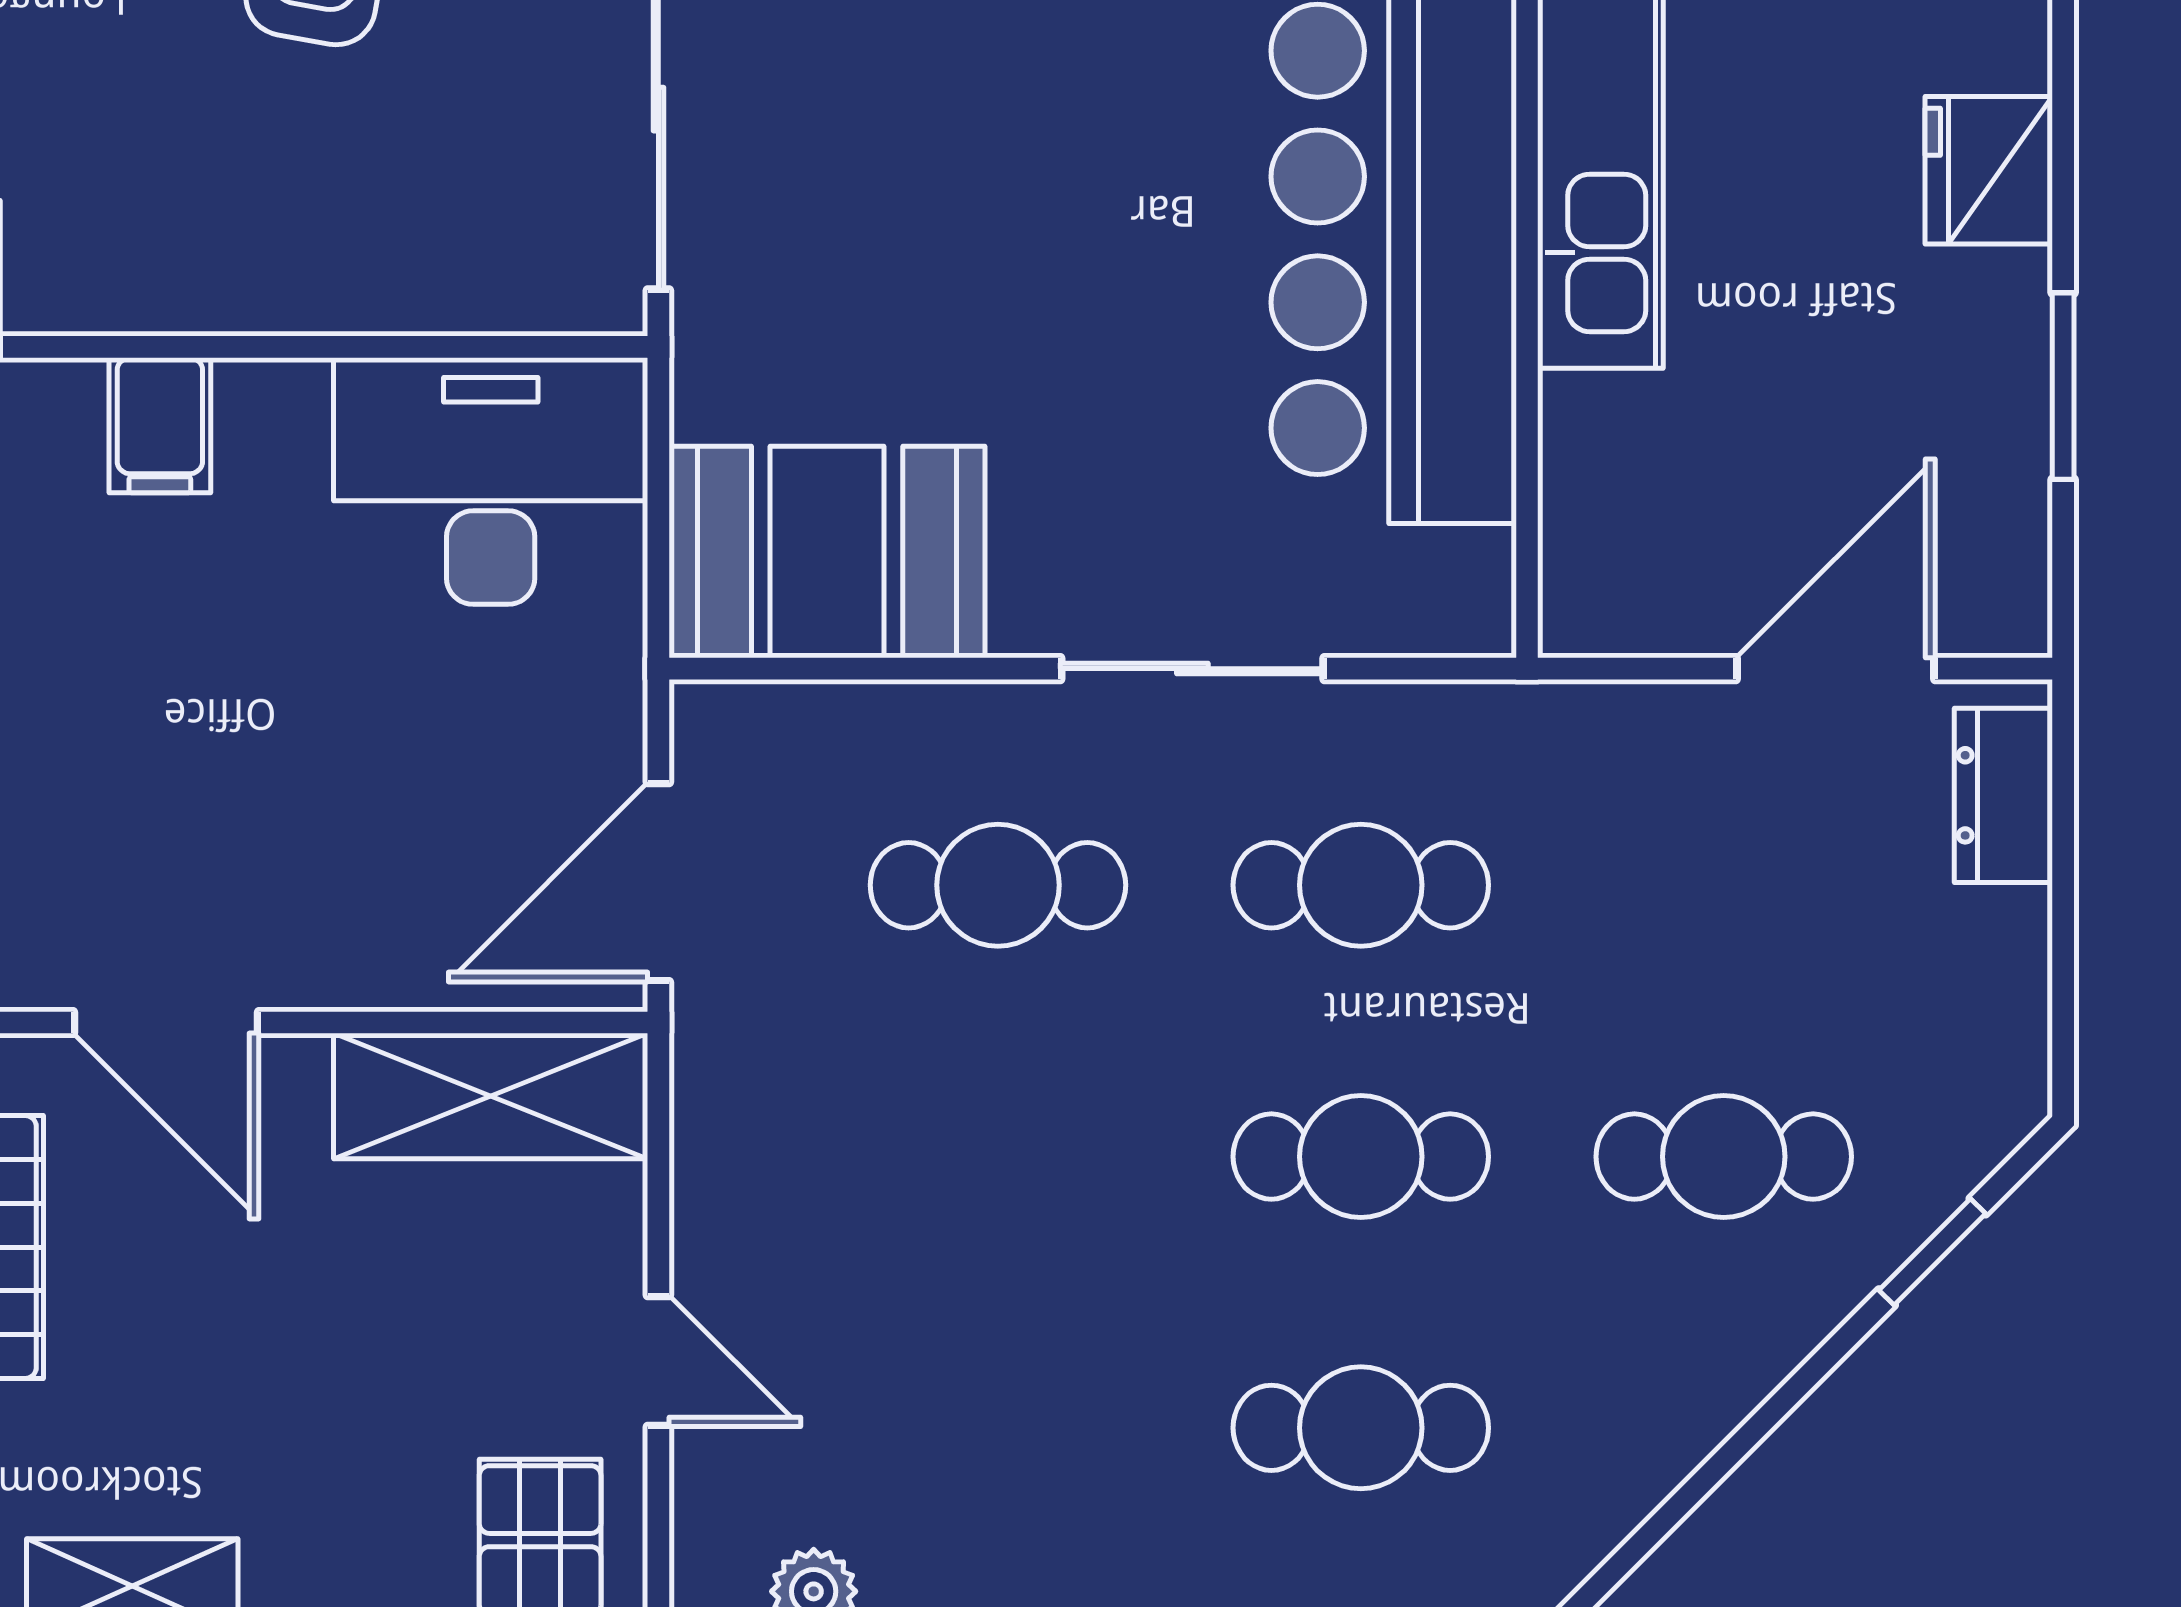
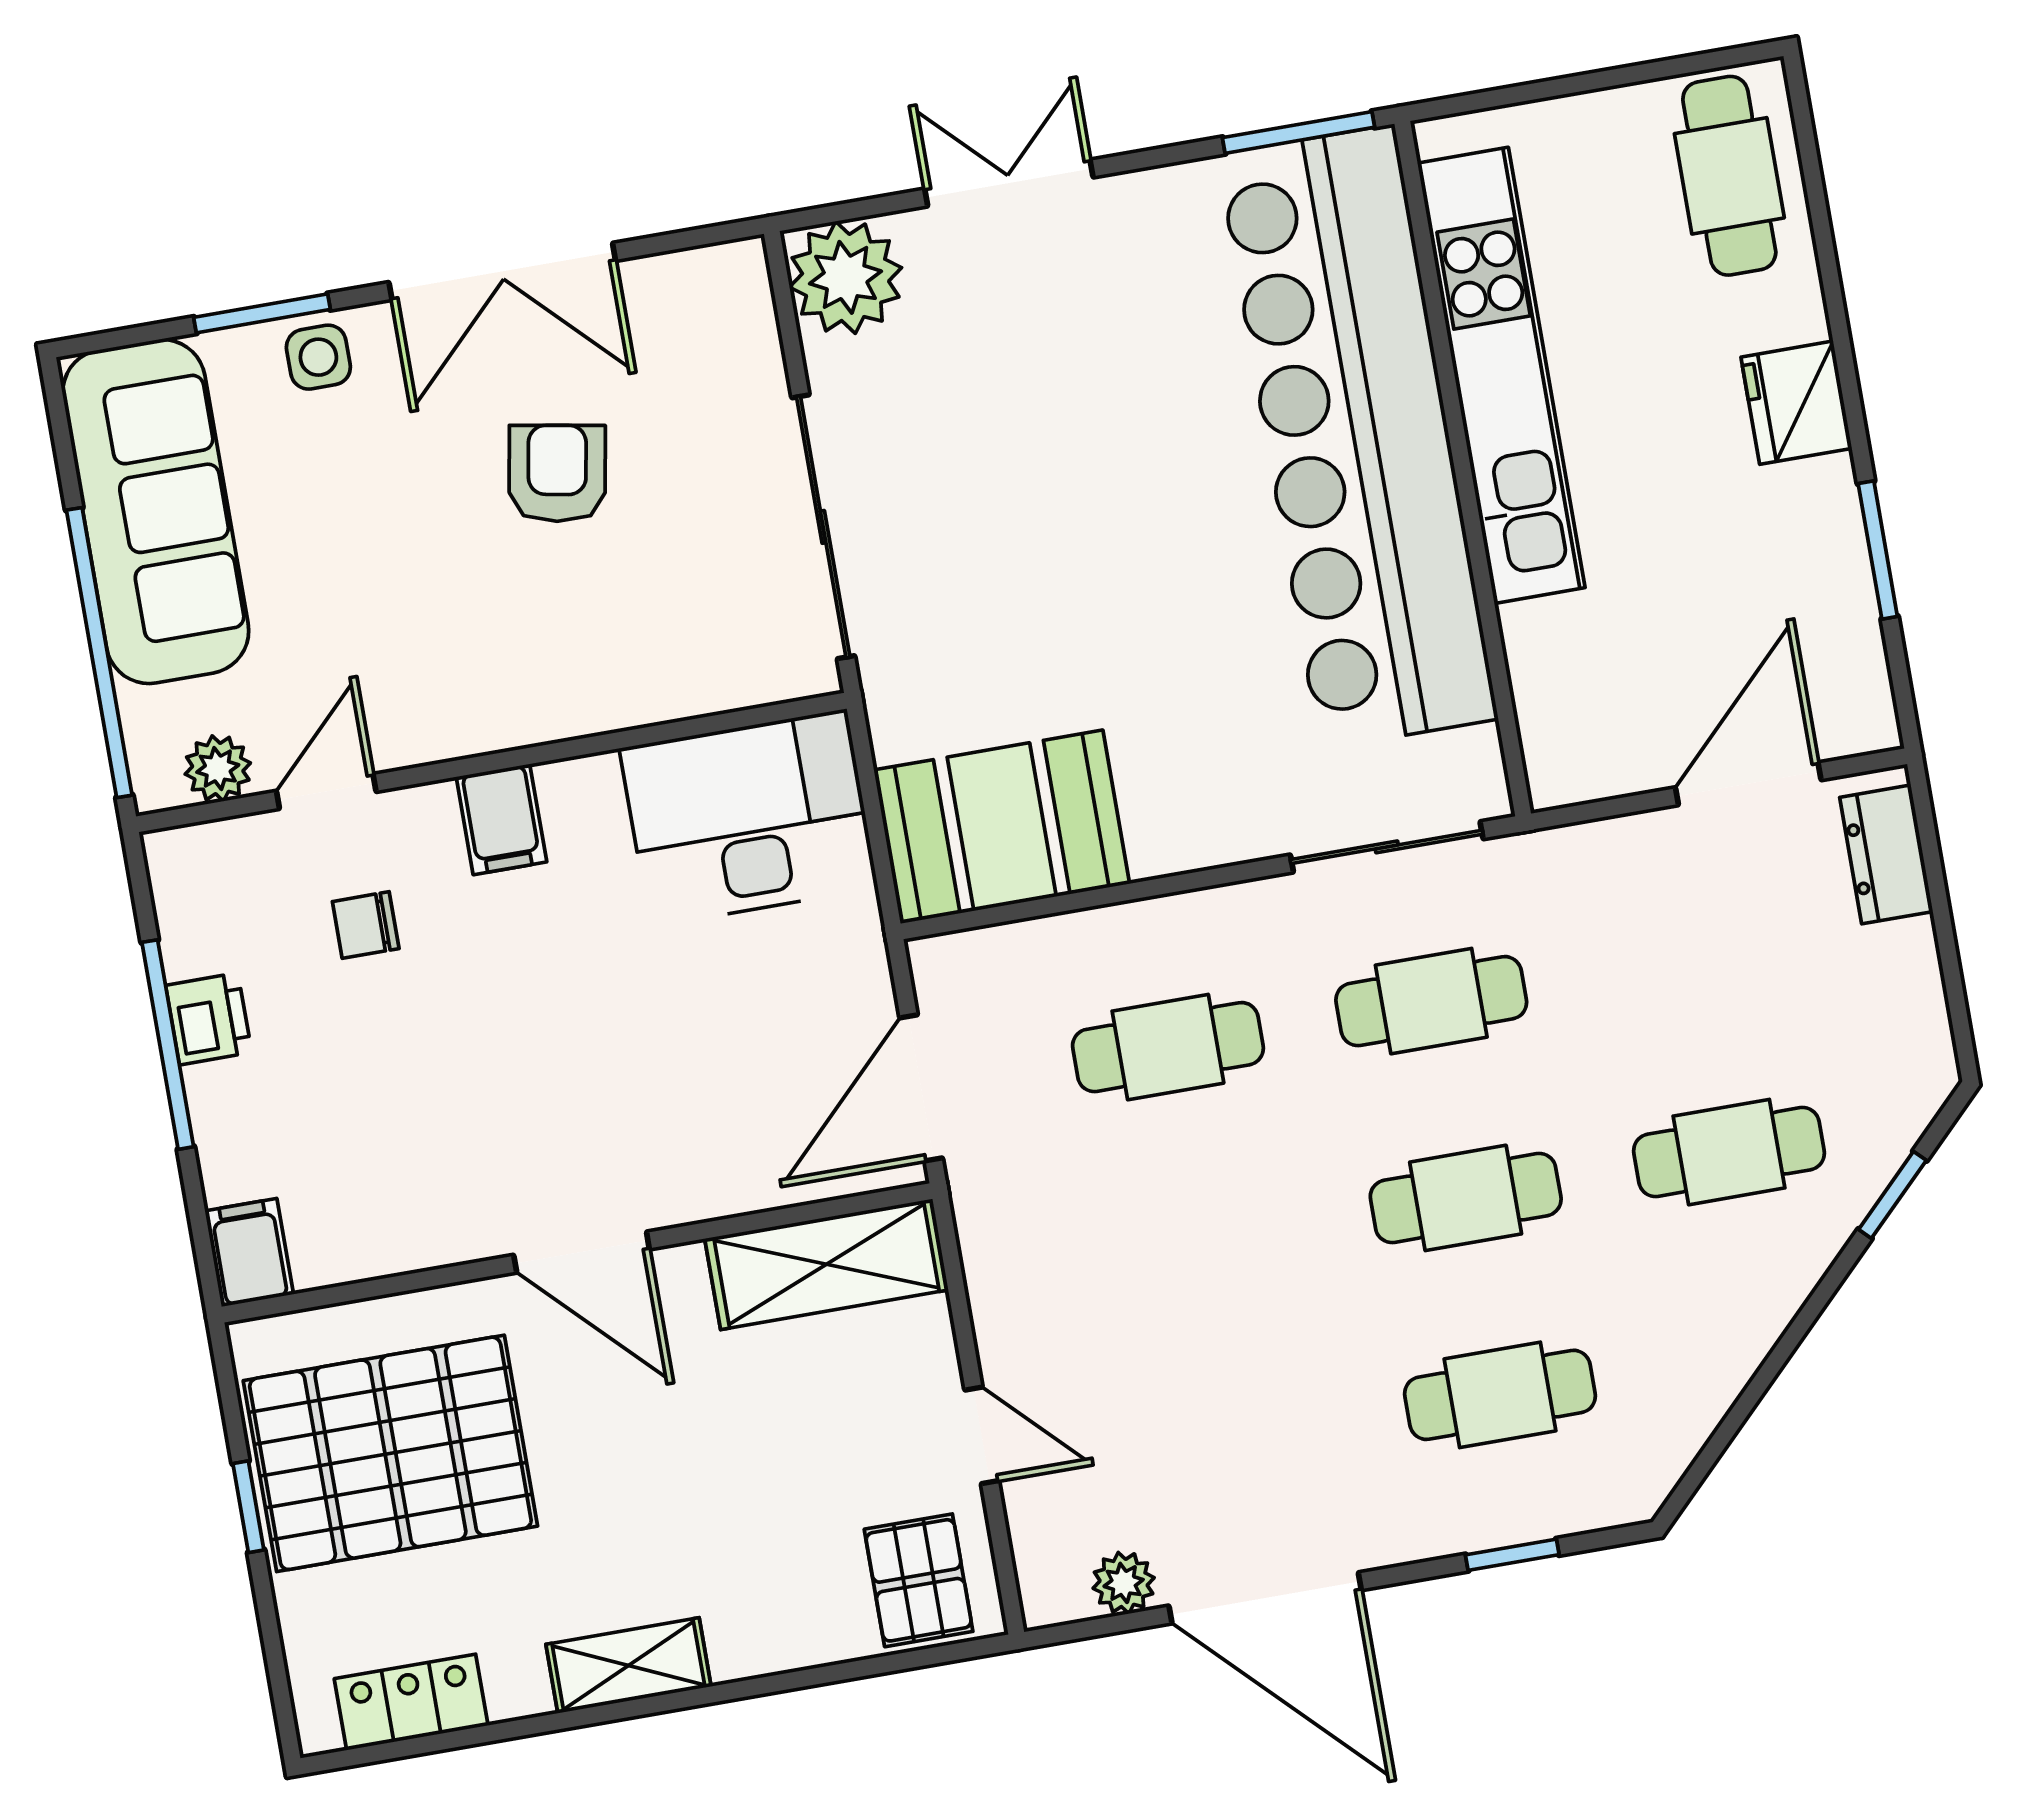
sliding door: (1192, 669) -> (1387, 847), moved

